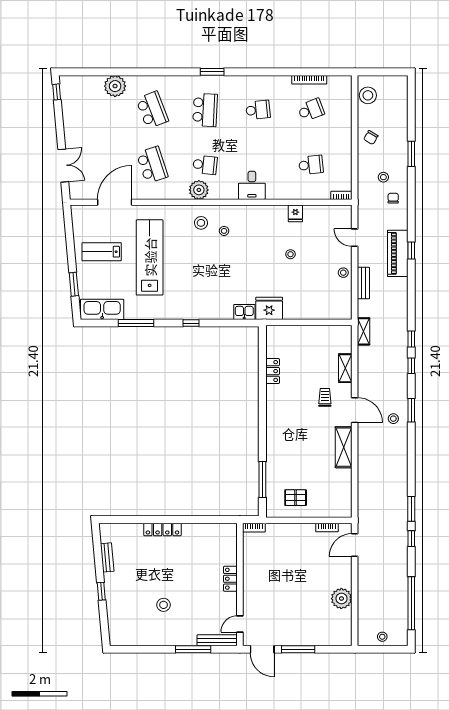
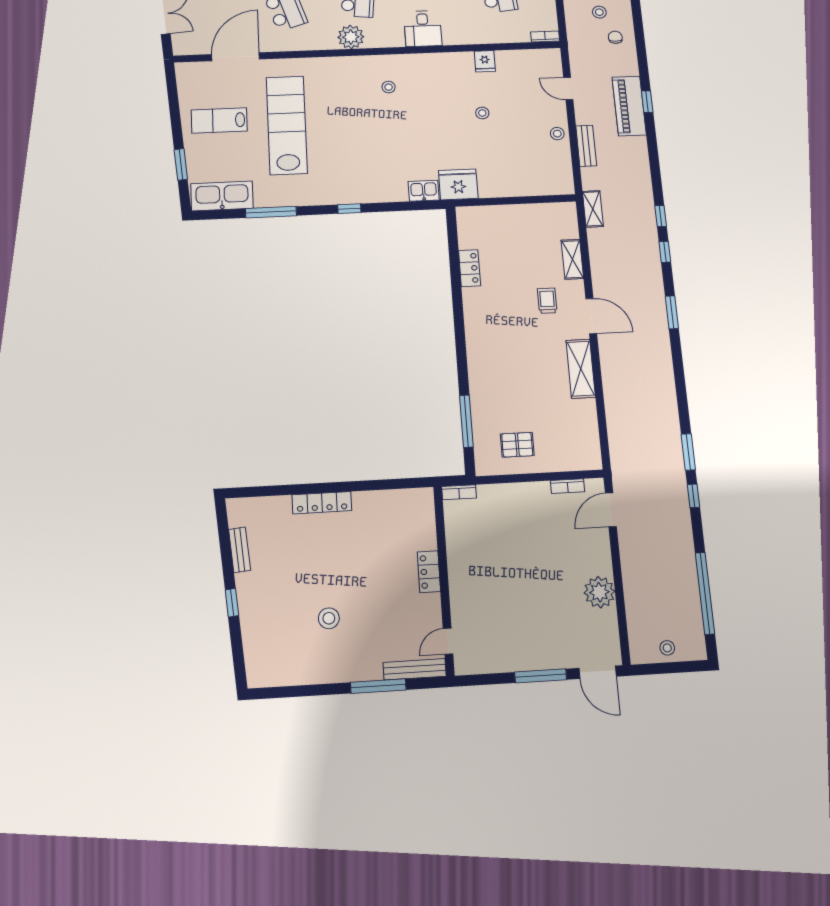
stool: (201, 223) -> (356, 78), removed
stool: (393, 419) -> (648, 325), removed
door: (262, 649) -> (598, 672), moved

